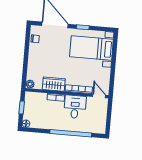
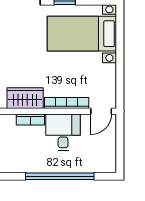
door: (99, 96) -> (101, 111), swing flipped

